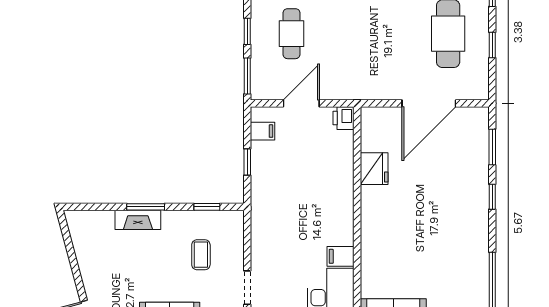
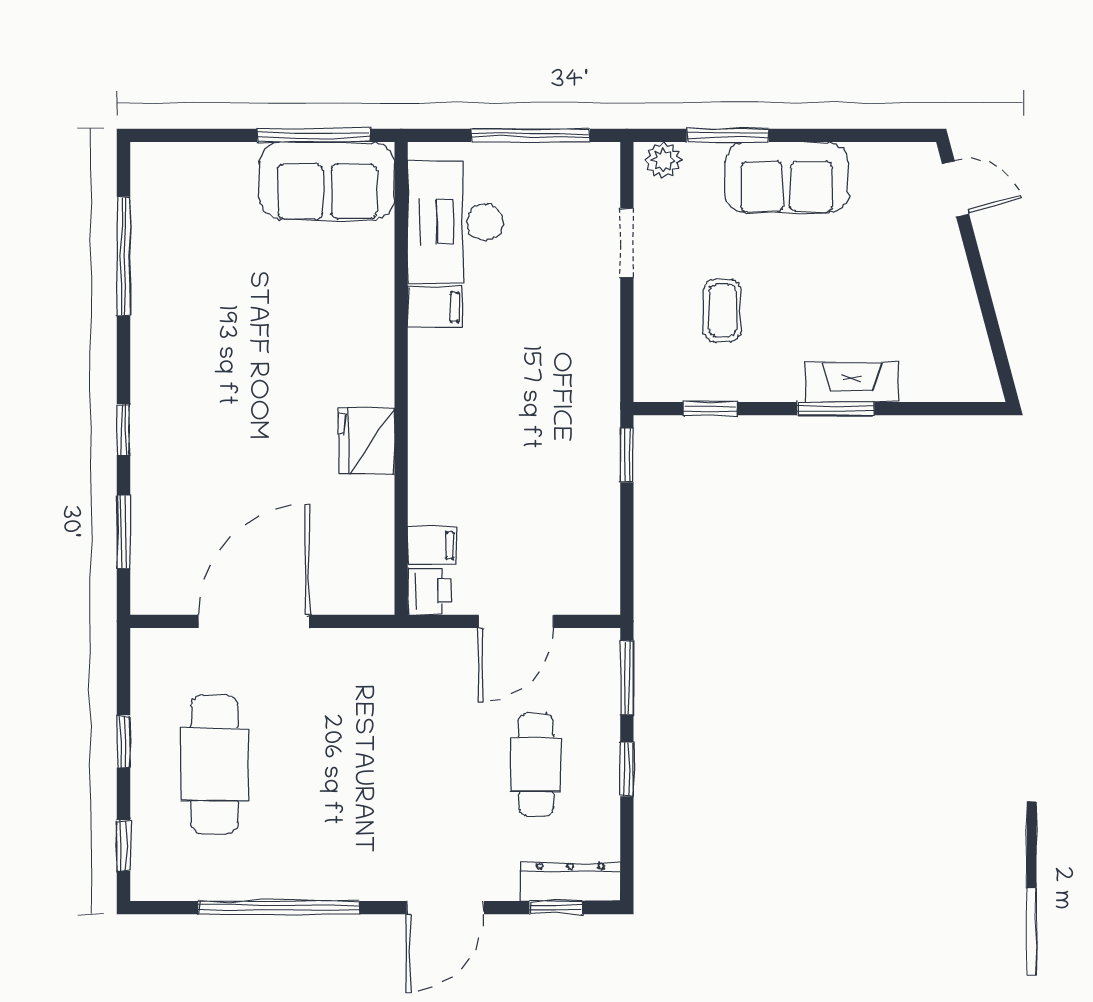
filing cabinet: (263, 131) -> (432, 545), moved, turned 180
window: (247, 162) -> (627, 455), moved
fridge: (374, 169) -> (366, 441), moved

